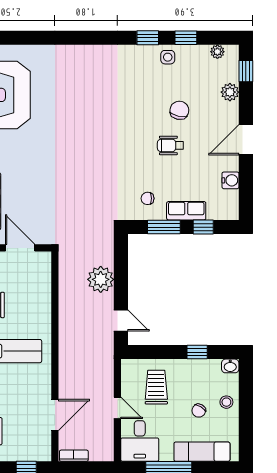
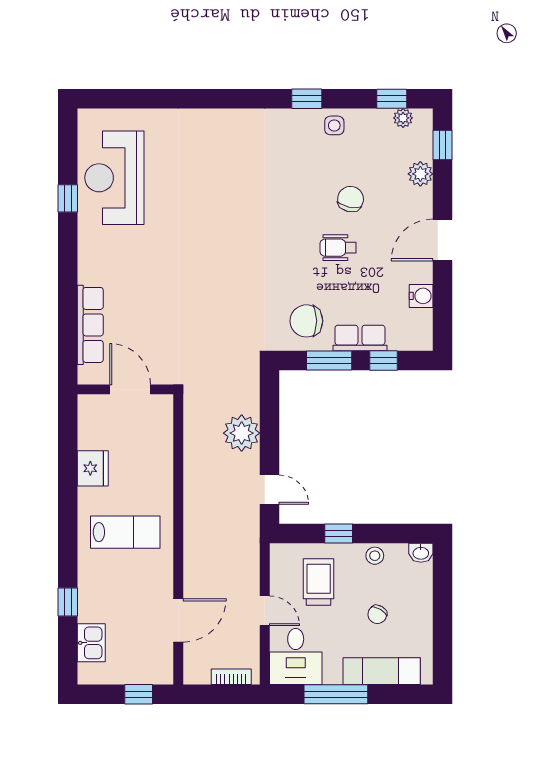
window: (186, 38) -> (392, 99), moved
chair: (148, 198) -> (306, 321), width x1.87, depth x1.87
window: (197, 352) -> (339, 533), moved
stool: (226, 402) -> (375, 556), moved
bookcase: (74, 456) -> (231, 677), moved

